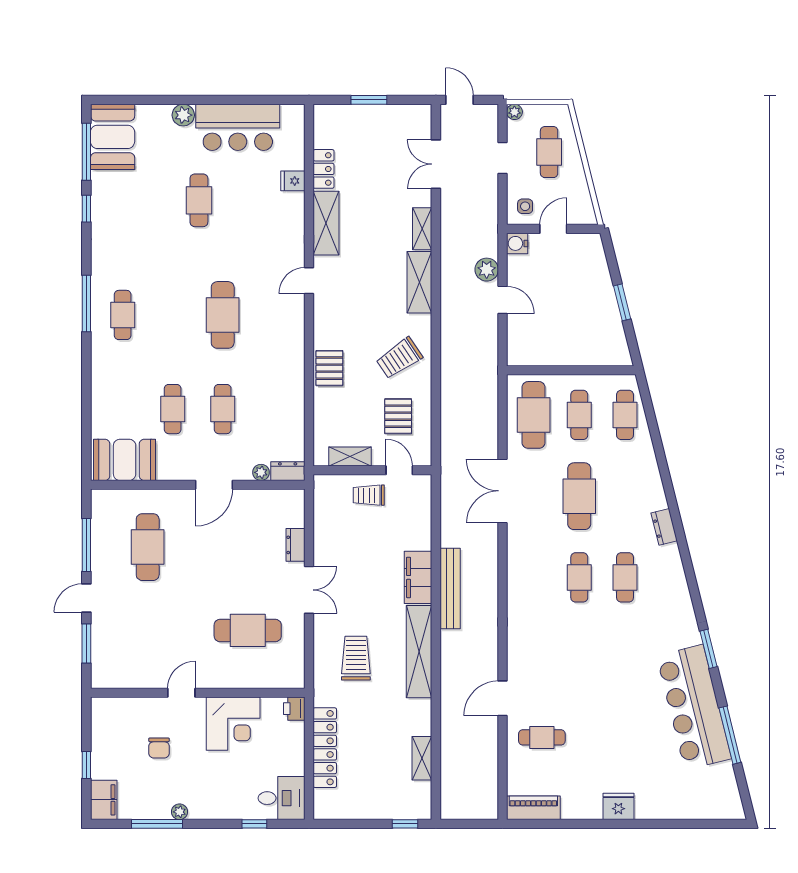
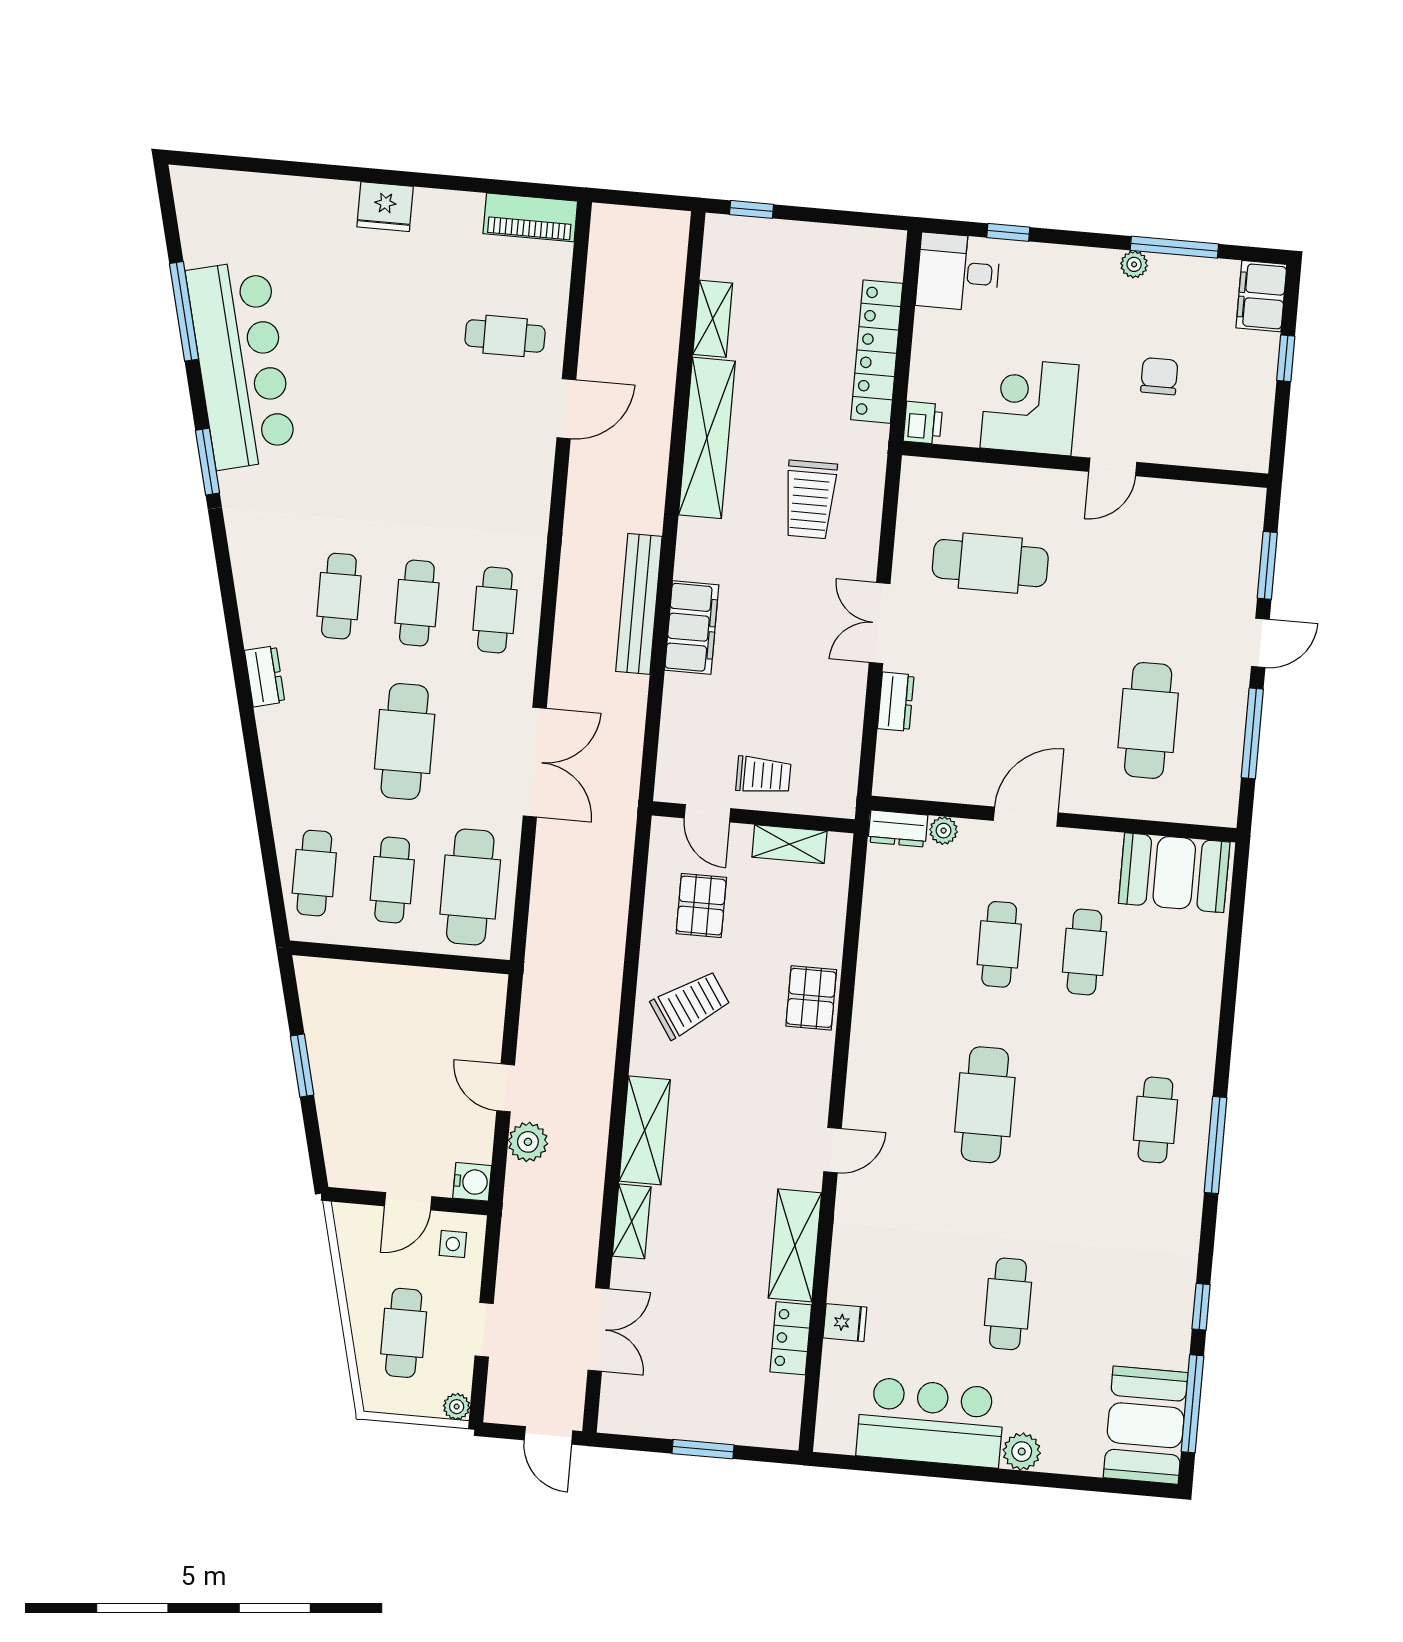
cafe table: (534, 577) -> (495, 610), added
shelving: (419, 652) -> (707, 438), moved

